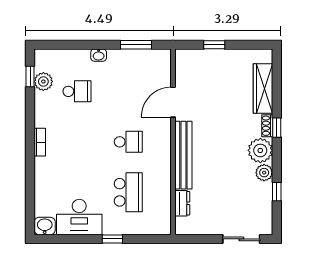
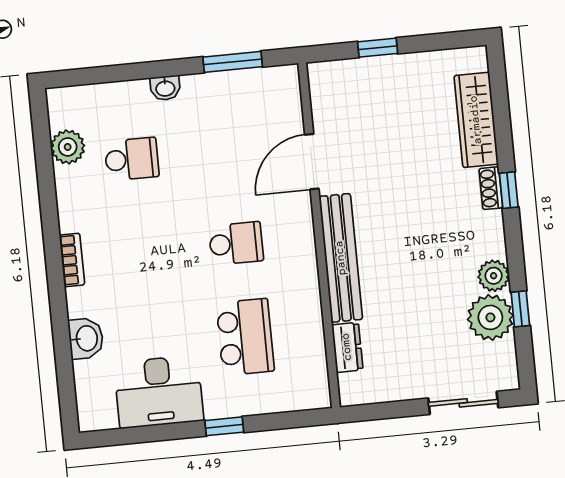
window: (30, 77) -> (42, 140), removed
plant: (260, 150) -> (490, 317), moved
washbasin: (45, 226) -> (86, 338), moved, turned 90

